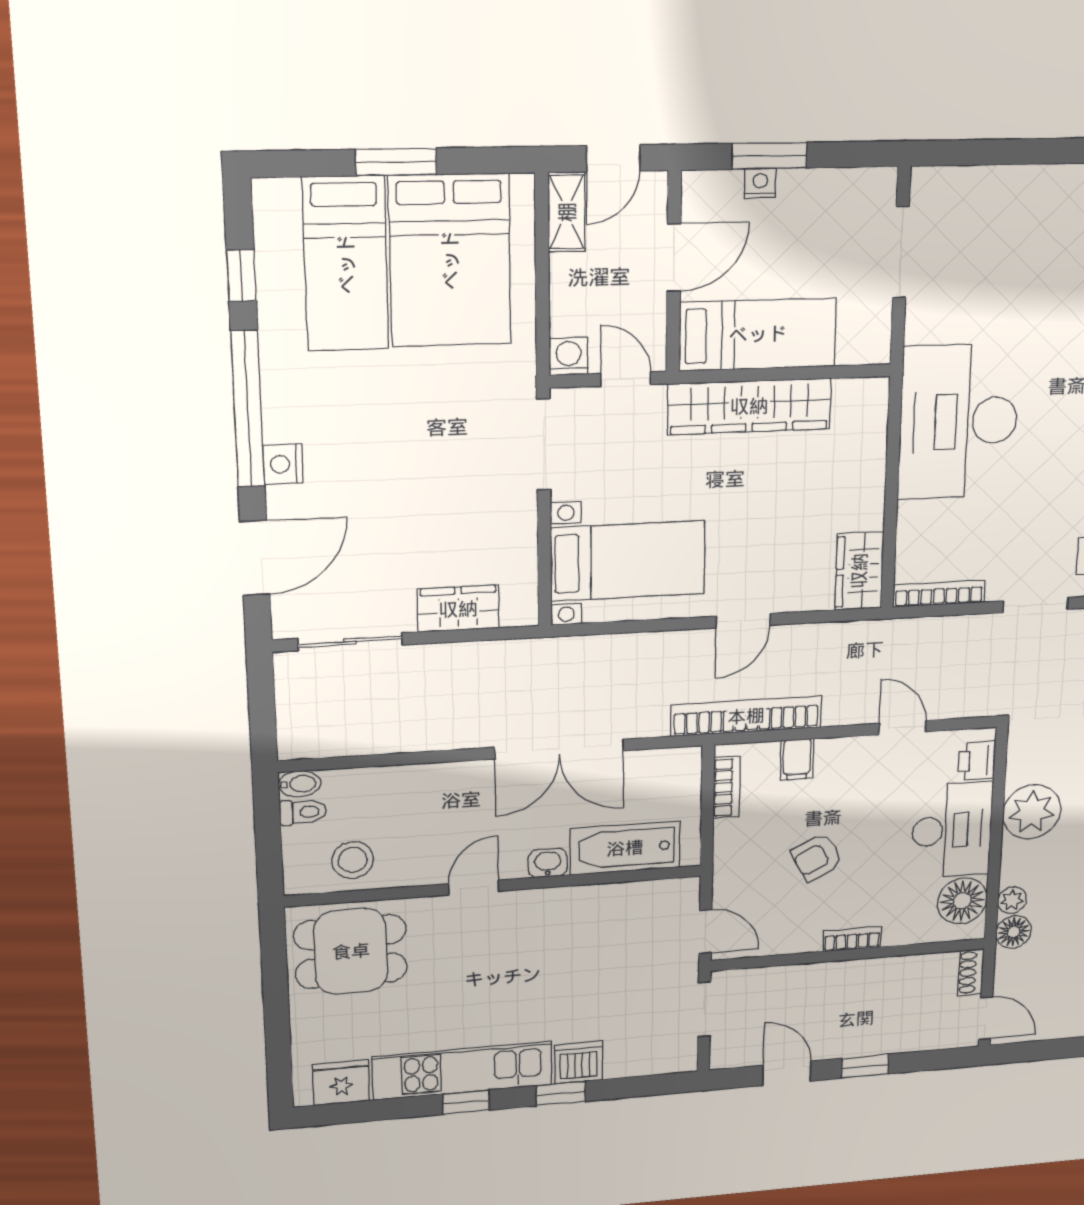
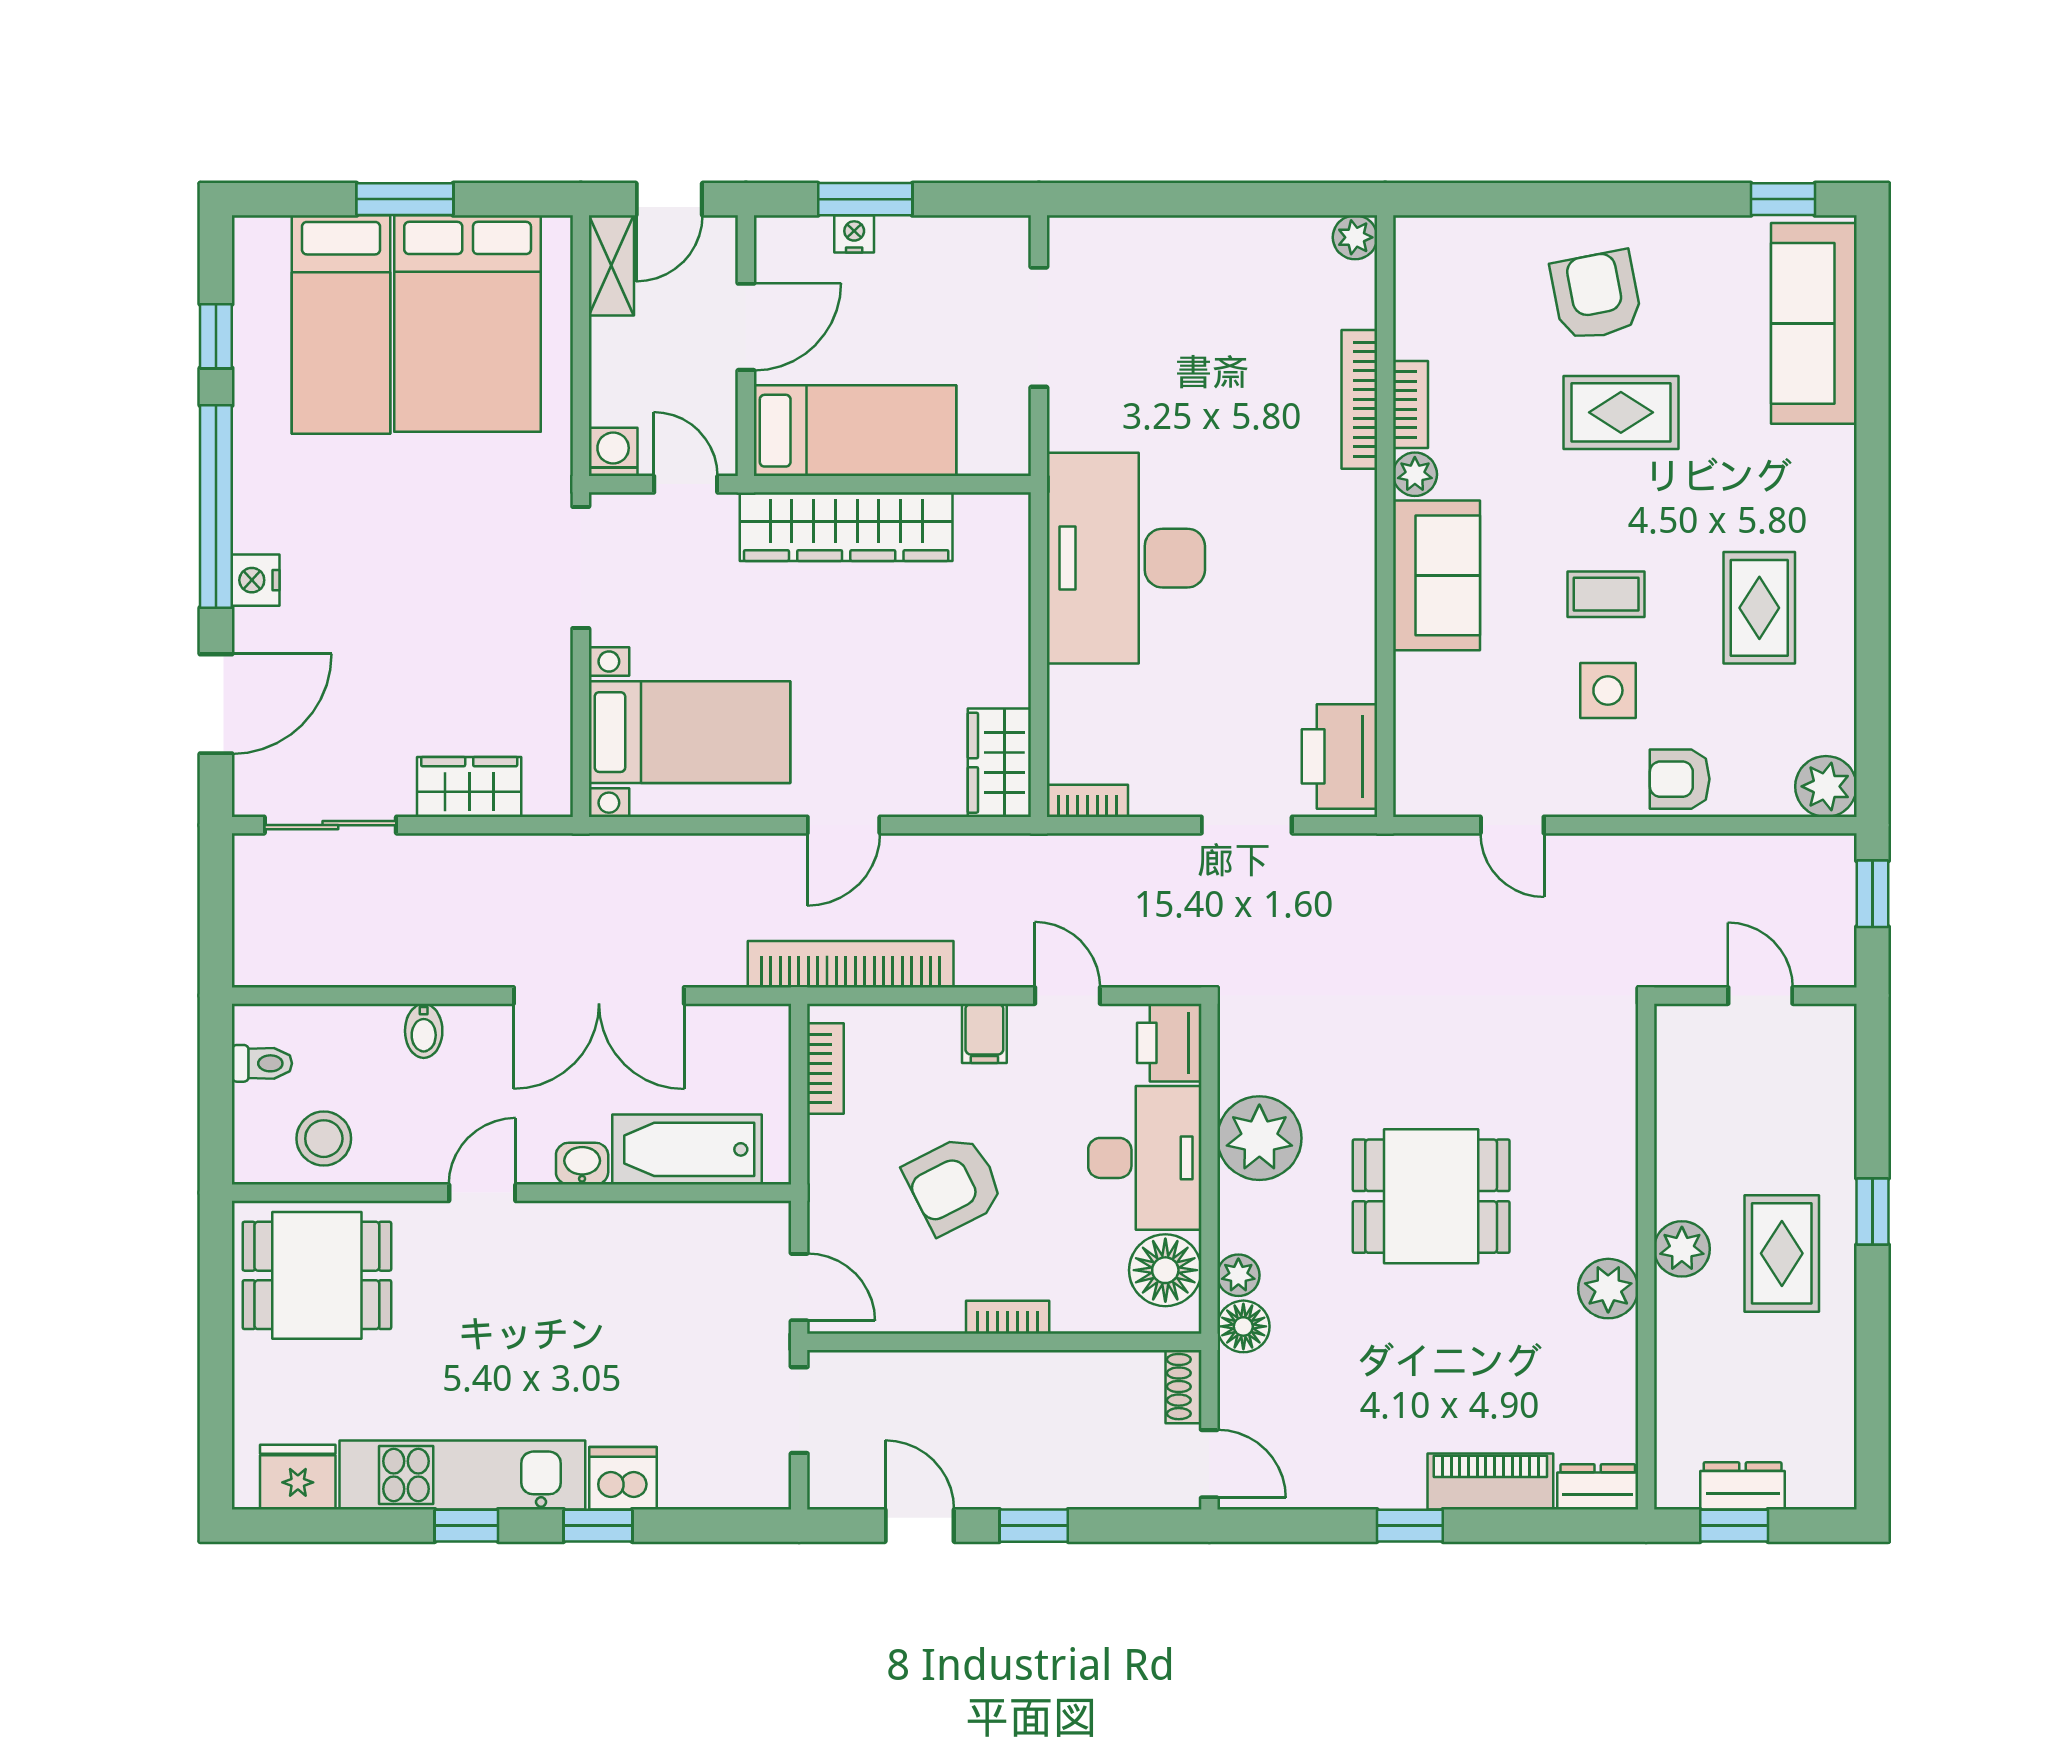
bookcase: (939, 594) -> (1087, 801), width x0.64
filing cabinet: (797, 759) -> (984, 1033), moved
printer: (977, 761) -> (1169, 1043), width x1.36, depth x1.24
bidet: (300, 784) -> (424, 1031), moved, turned 90
armchair: (817, 857) -> (954, 1185), width x1.38, depth x1.38

